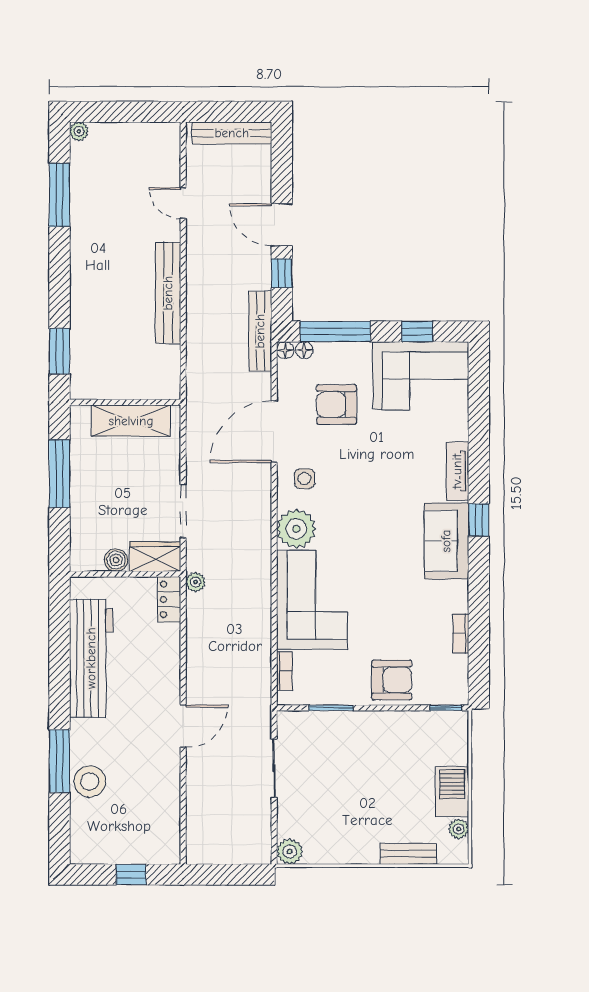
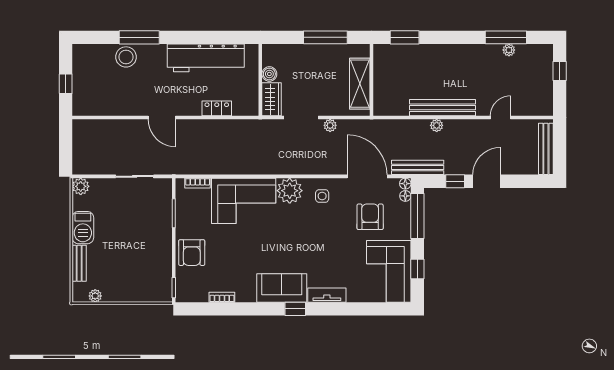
window: (111, 112) -> (560, 71), added
plant: (79, 131) -> (509, 50), moved
plant: (196, 302) -> (437, 125), added
door: (274, 432) -> (367, 176), moved
plant: (195, 582) -> (330, 125), moved
locker: (169, 599) -> (217, 108), moved
barbecue: (452, 792) -> (83, 228), moved, turned 90

